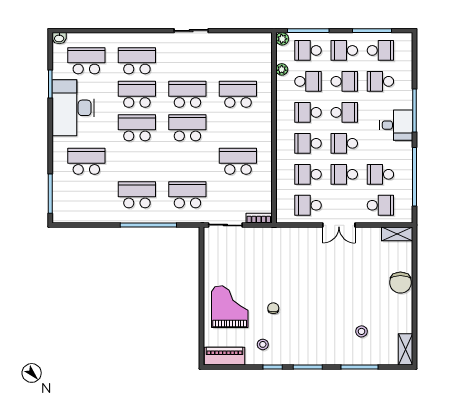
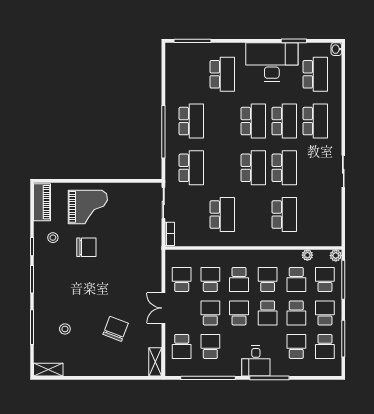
school desk: (308, 143) -> (239, 279), turned 180
chair: (400, 283) -> (116, 329), moved, turned 111
chair: (273, 308) -> (86, 247), width x1.87, depth x1.87

